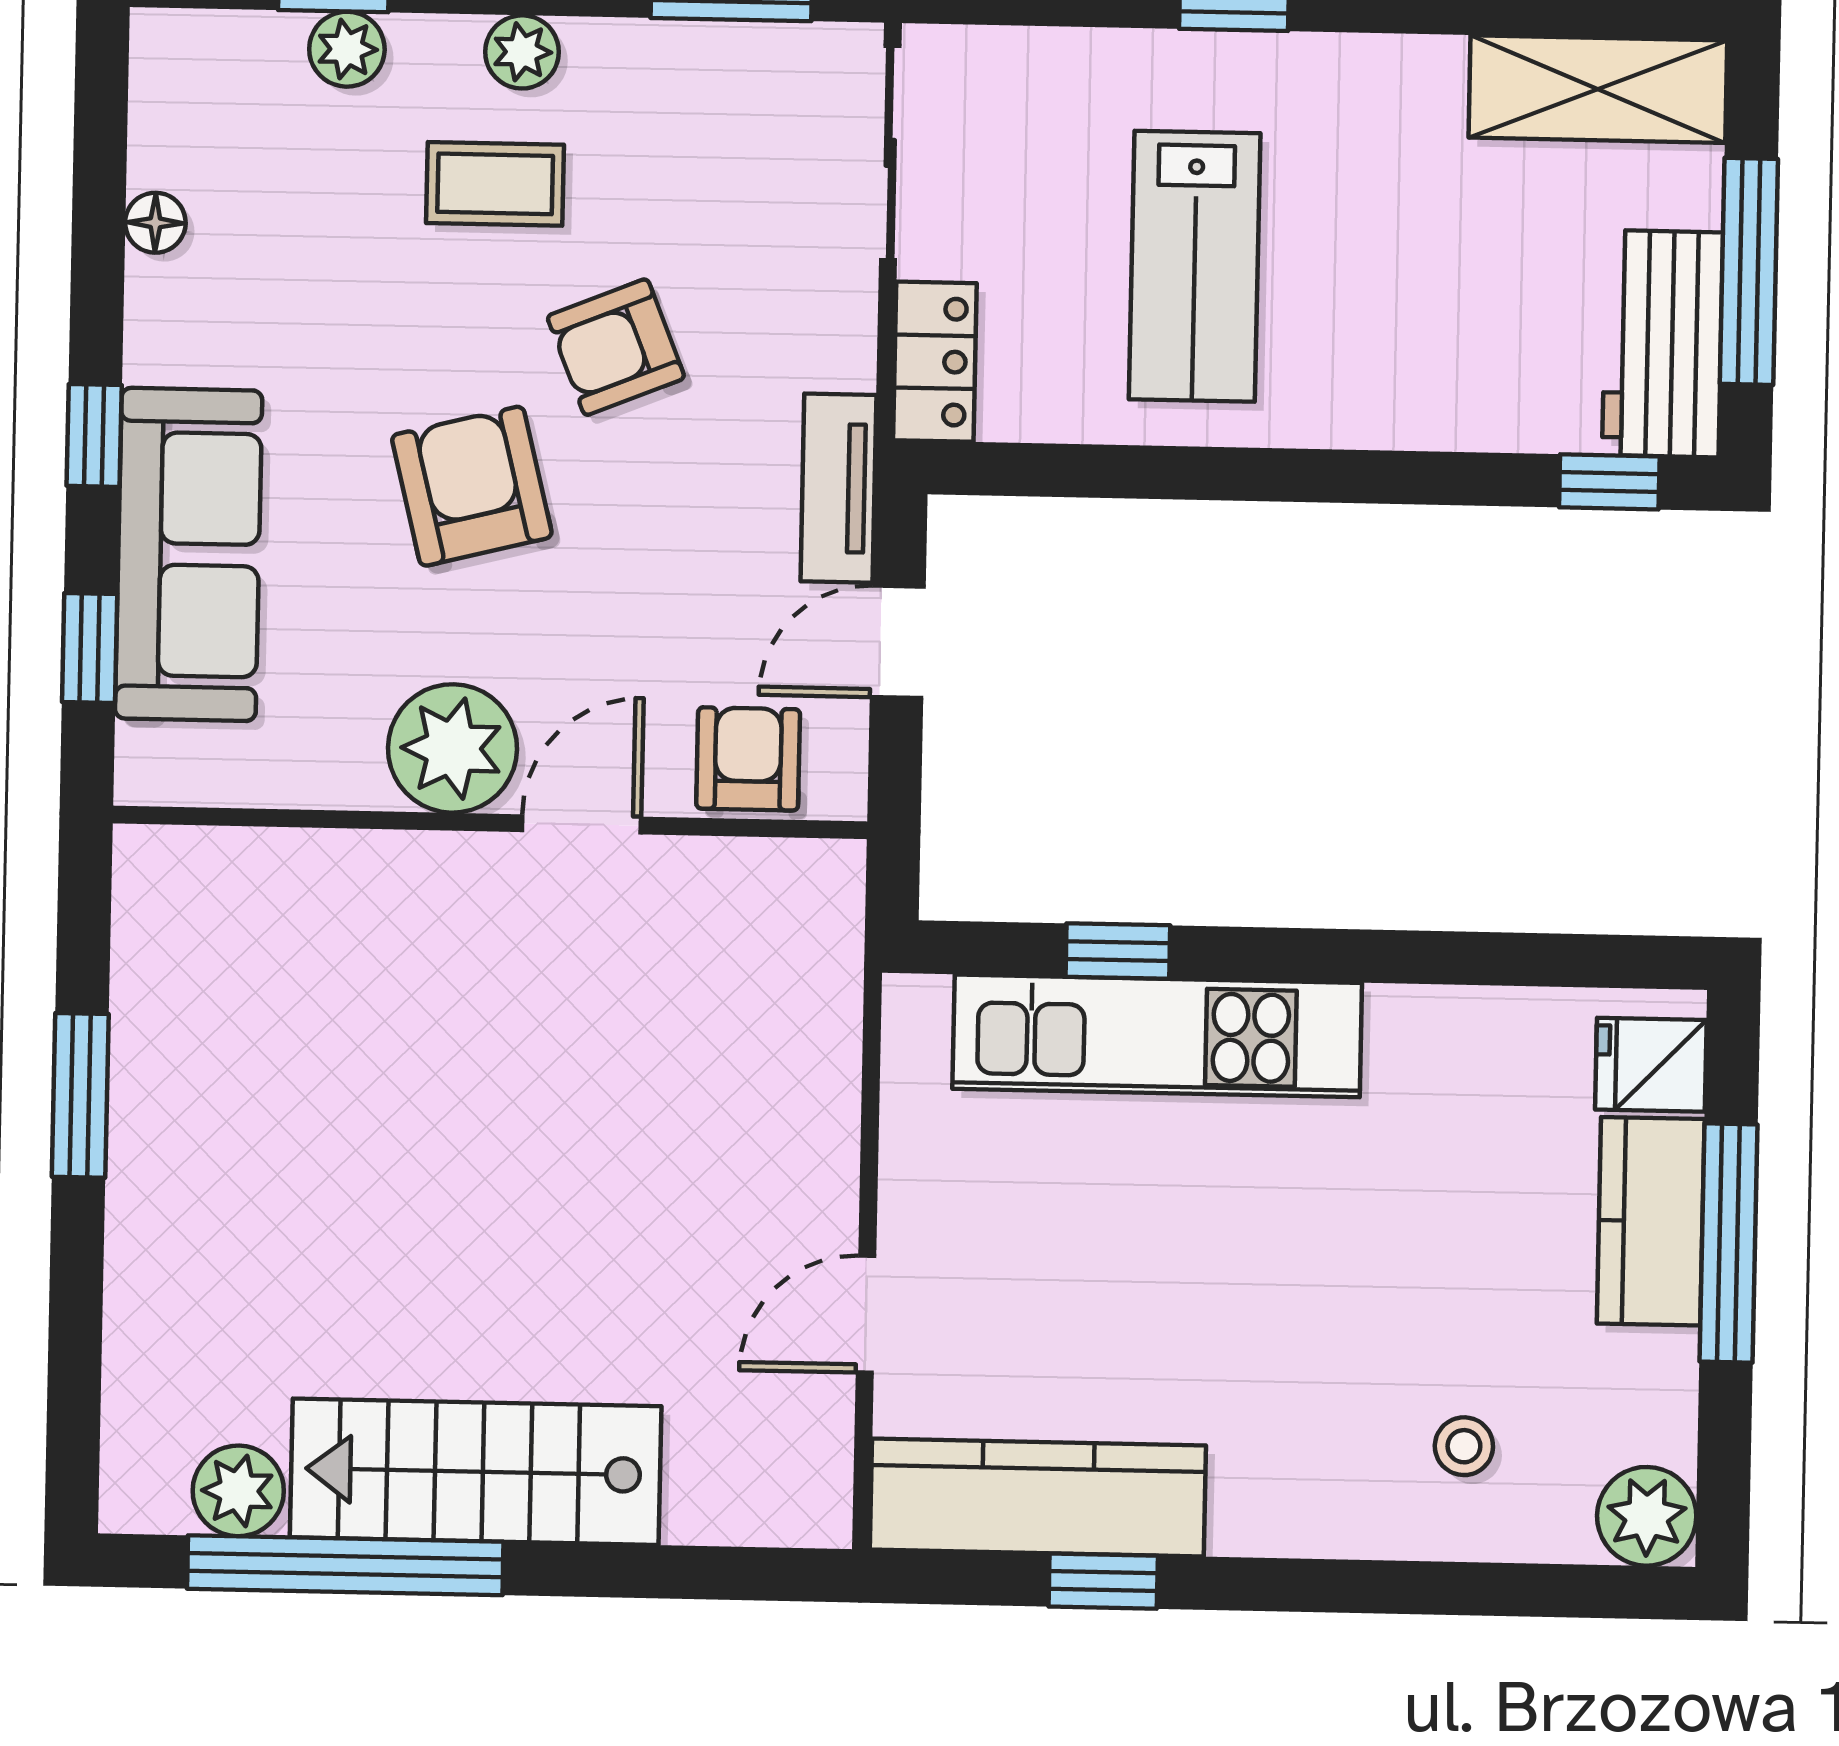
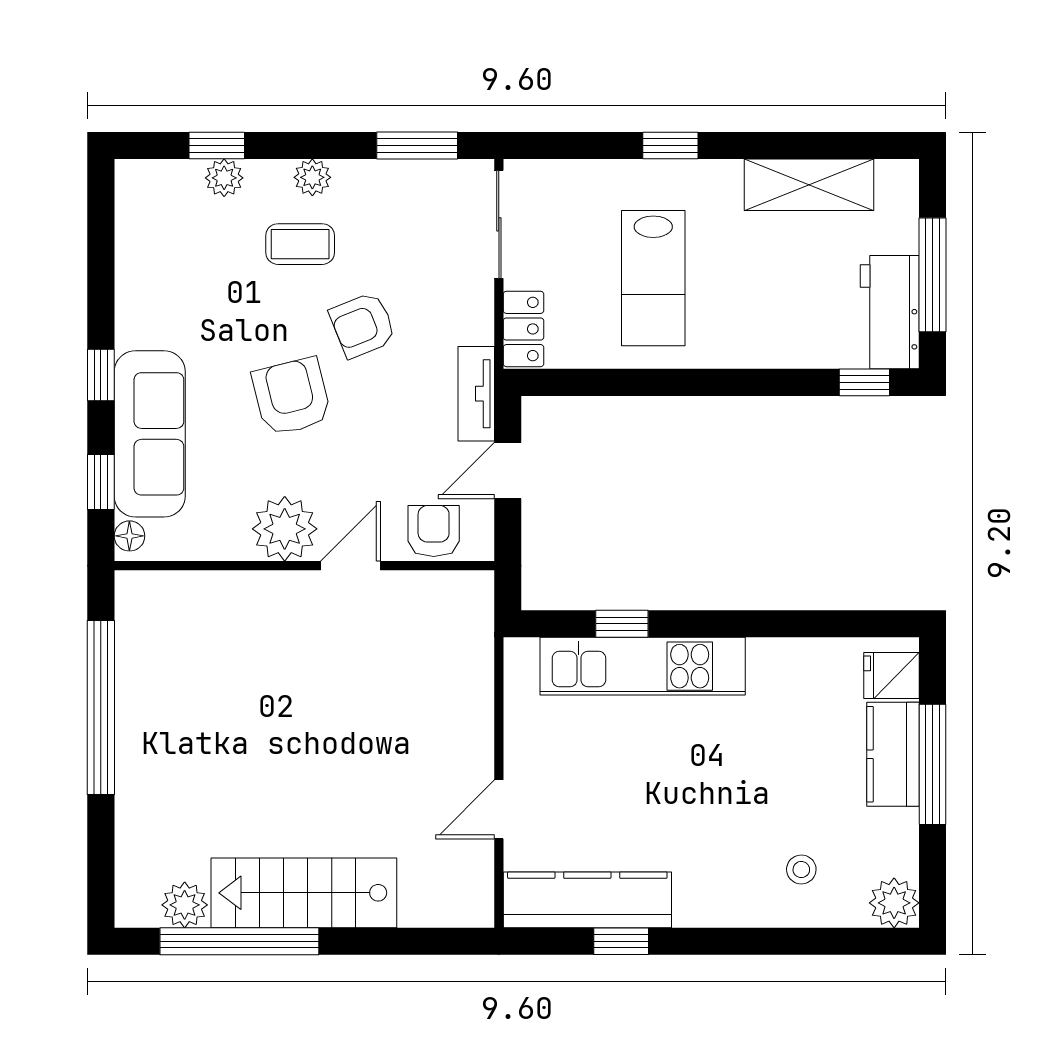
shelving: (1598, 89) -> (809, 185), moved
floor lamp: (155, 223) -> (129, 536), moved
window: (80, 1095) -> (101, 707), width x2.11

